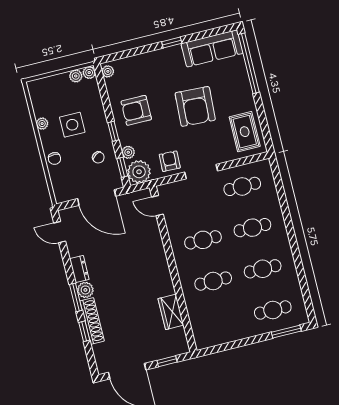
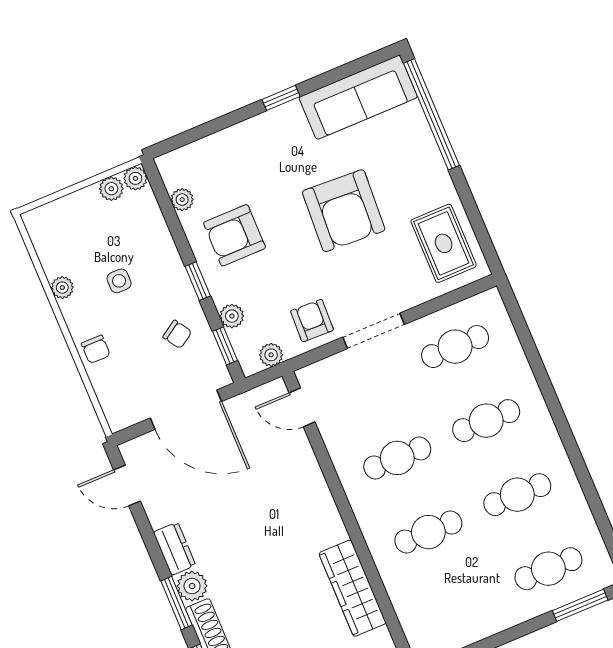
plant: (108, 71) -> (182, 200), moved
side table: (72, 125) -> (119, 281), width x0.54, depth x0.54
plant: (139, 172) -> (271, 355), width x0.53, depth x0.53
wardrobe: (171, 312) -> (352, 588), width x1.50

